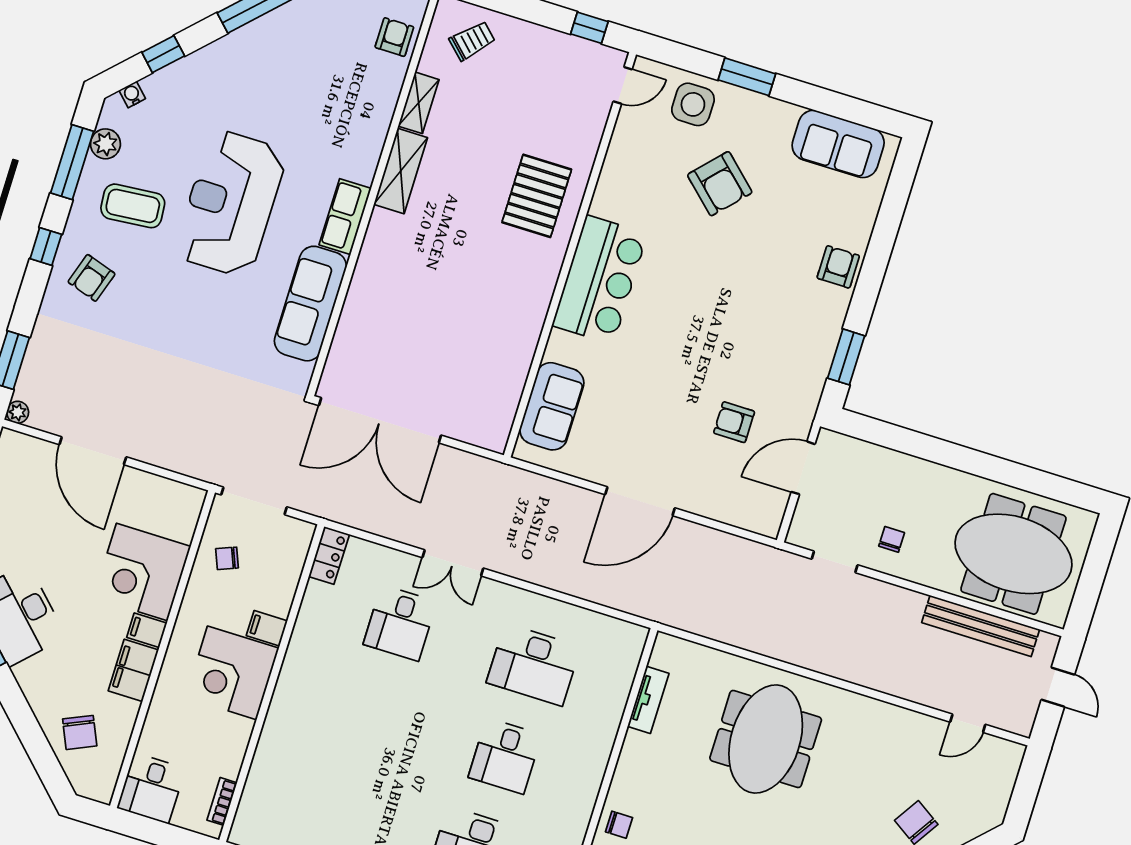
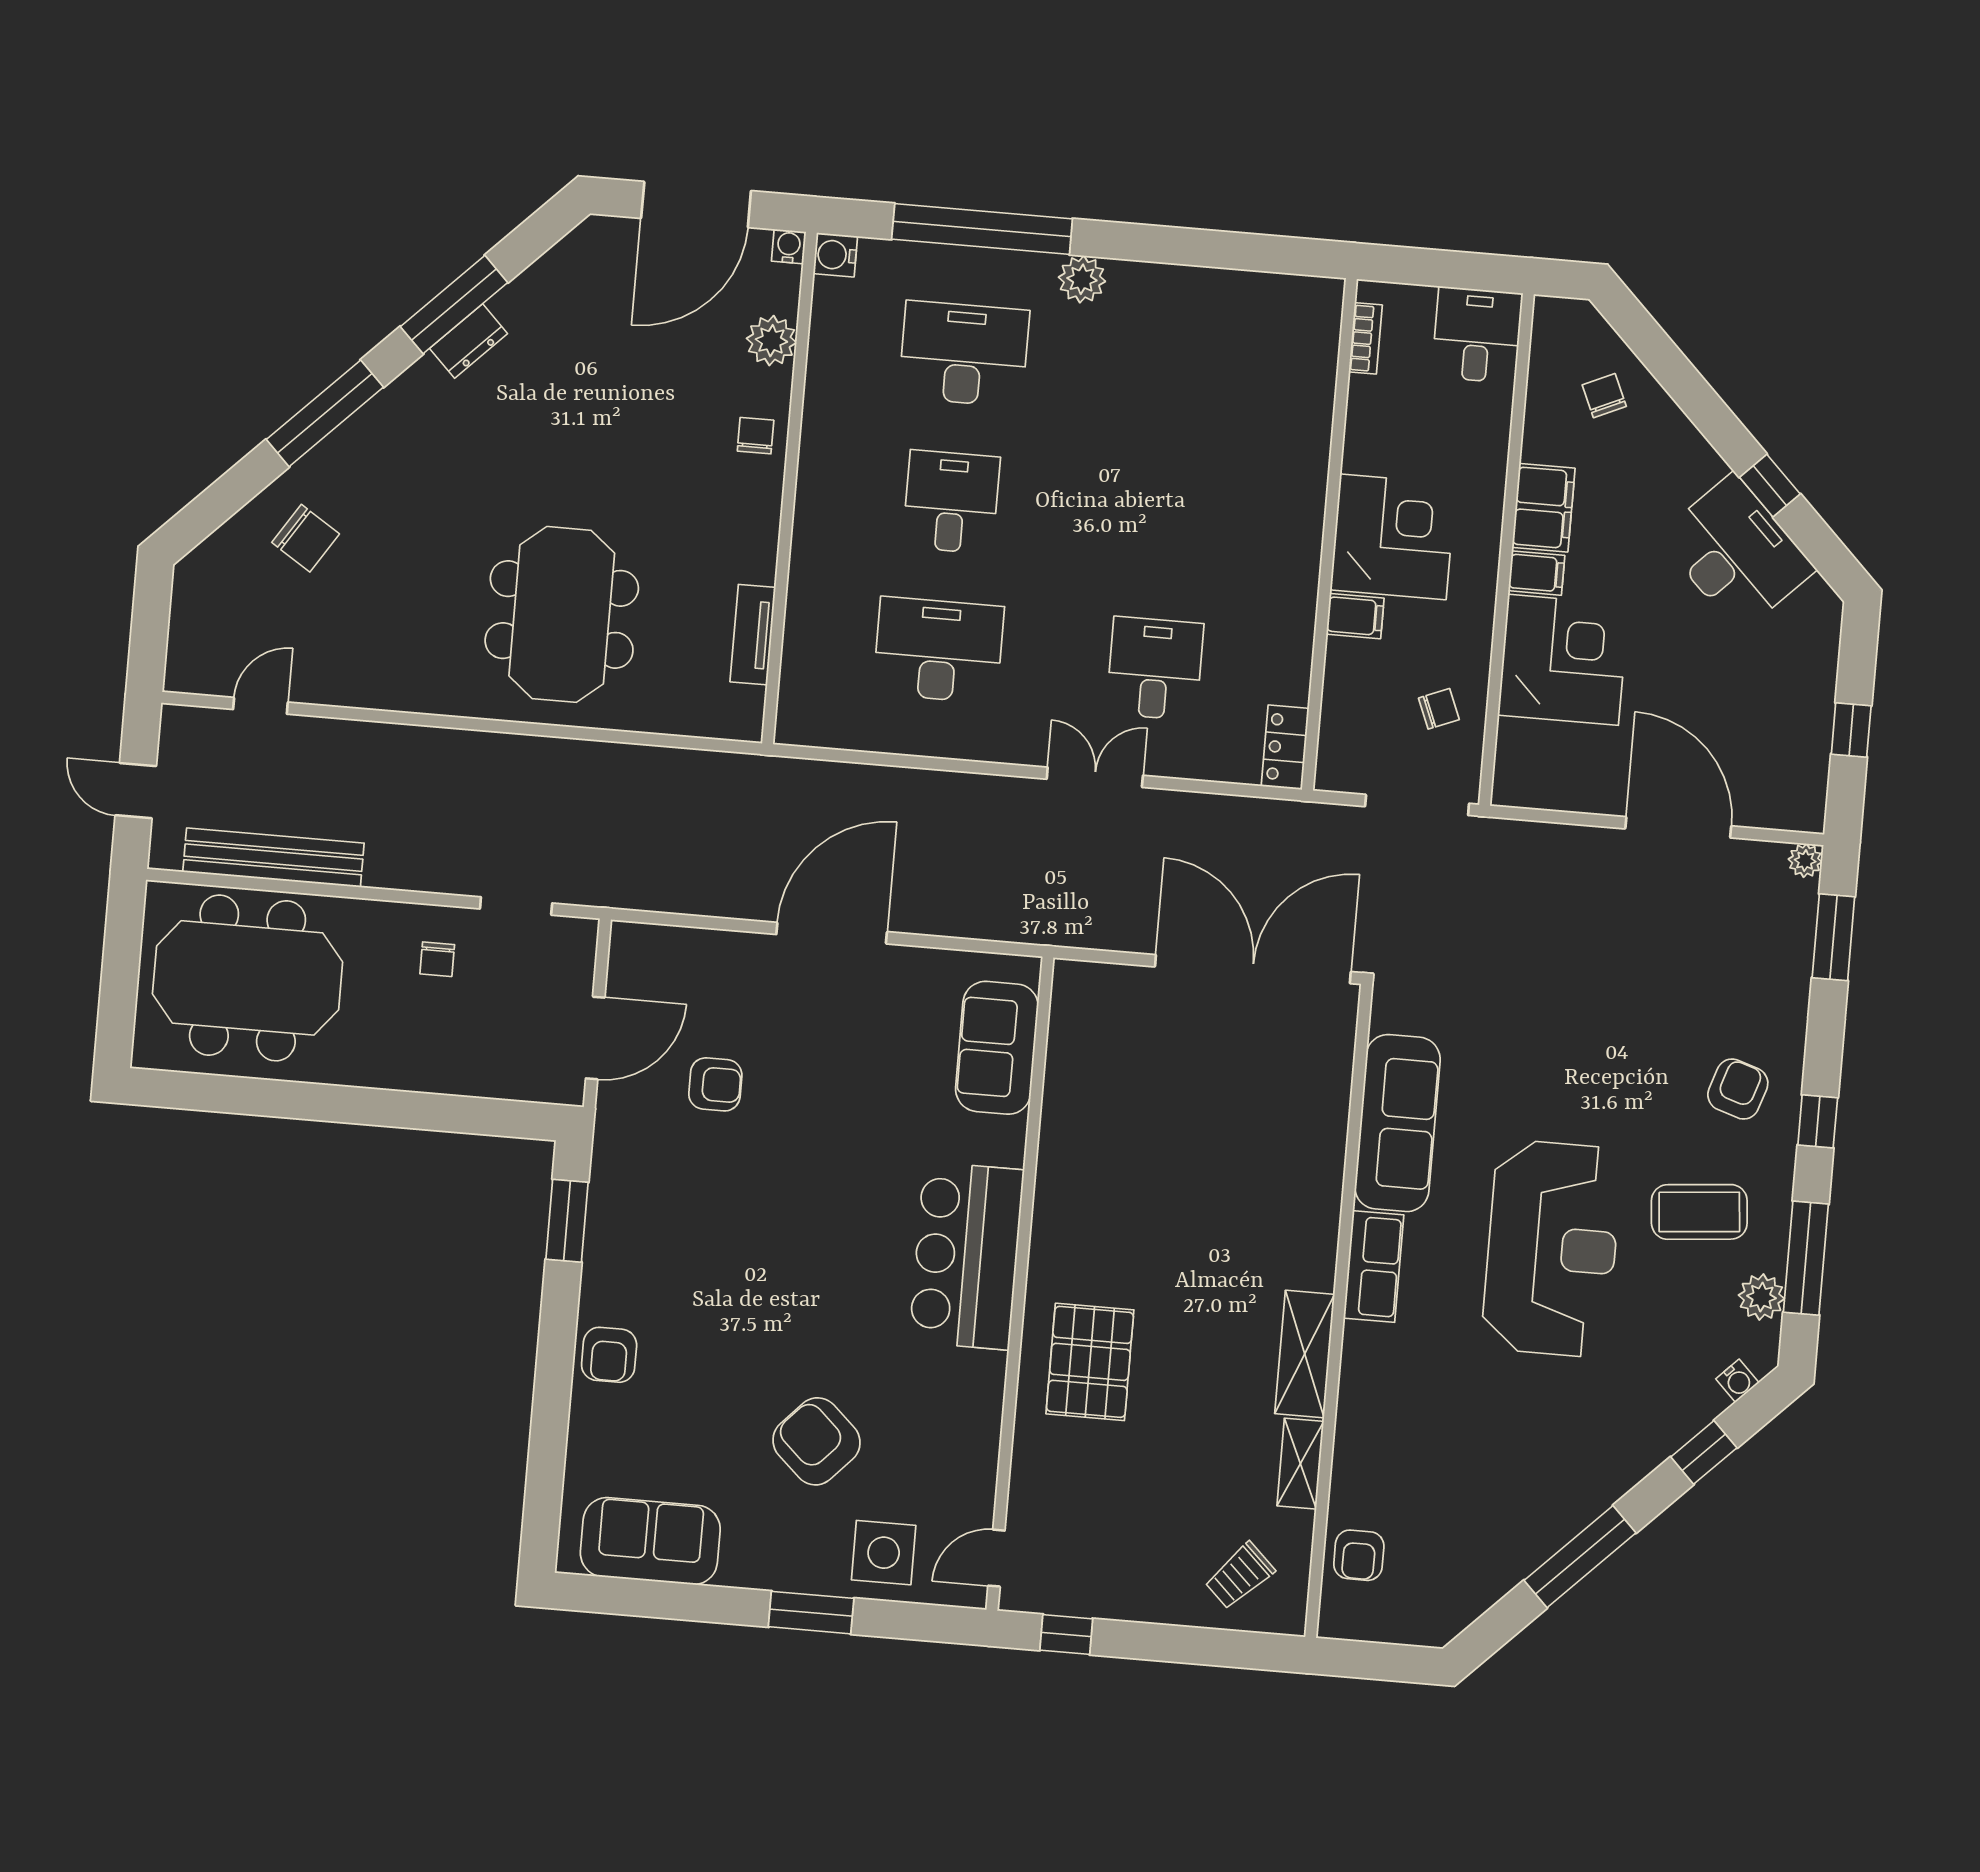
chair: (80, 732) -> (1604, 396), width x0.73, depth x0.73
chair: (619, 825) -> (756, 436), turned 90

